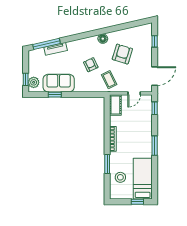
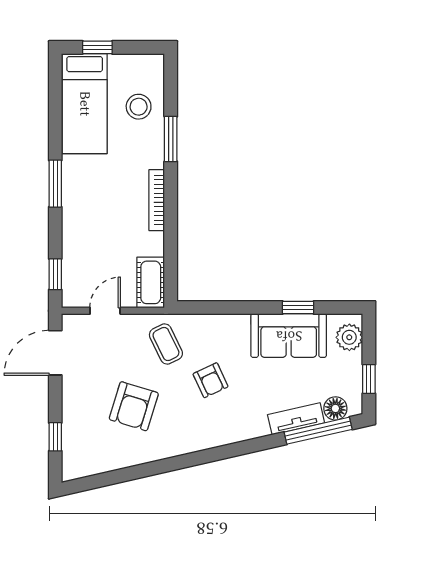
floor lamp: (103, 39) -> (335, 408), moved
window: (26, 79) -> (369, 379), moved

